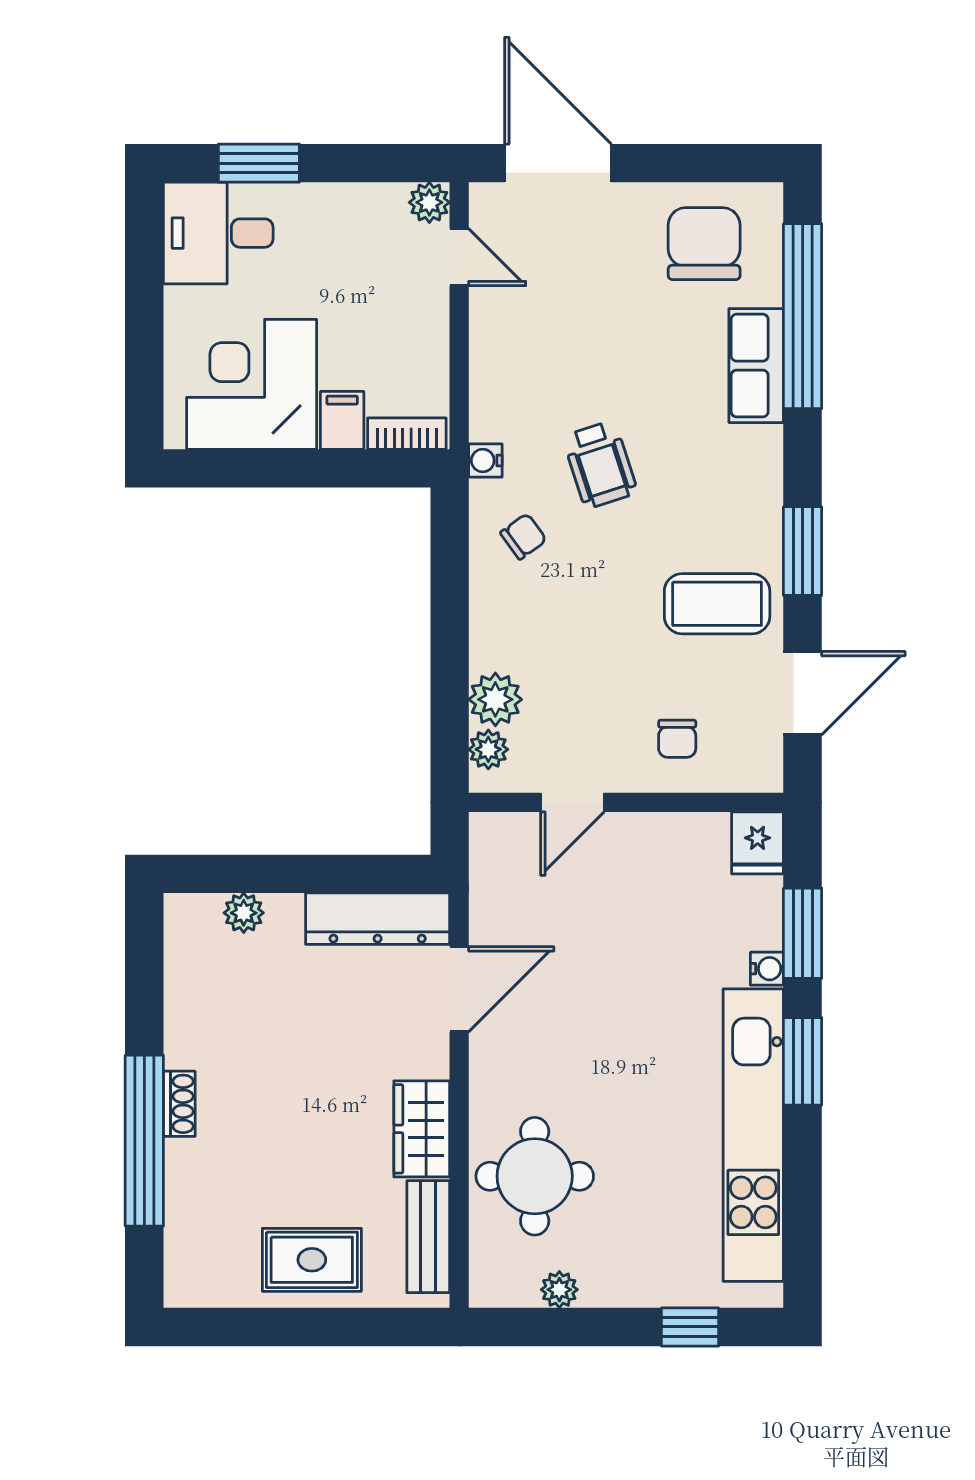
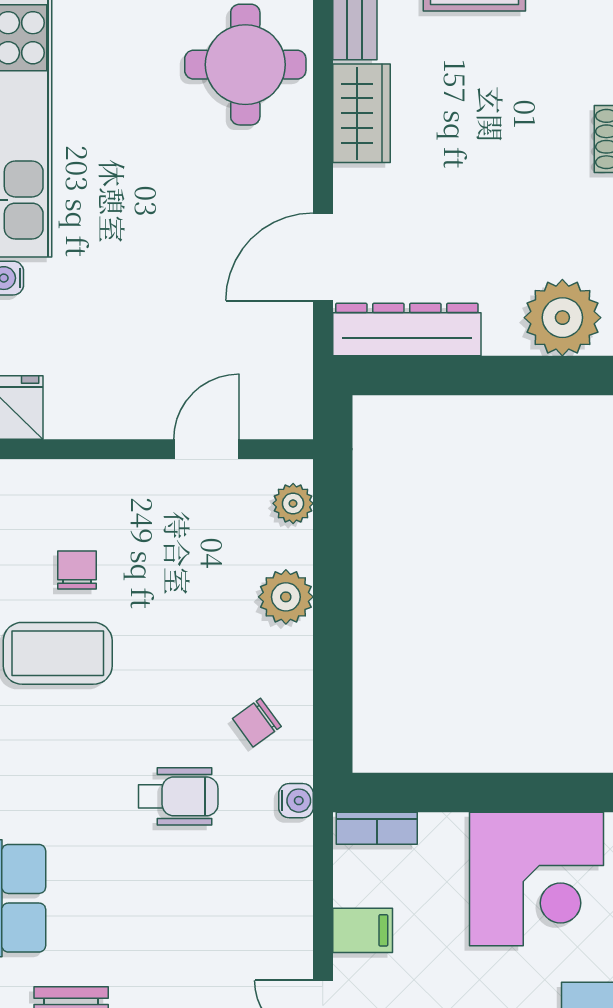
filing cabinet: (342, 420) -> (363, 930), moved, turned -90
wheelchair: (600, 465) -> (178, 796), turned 108
plant: (495, 699) -> (286, 597), moved
chair: (677, 739) -> (77, 570), moved
plant: (244, 913) -> (562, 318), width x1.88, depth x1.88

